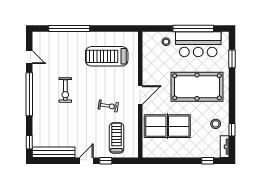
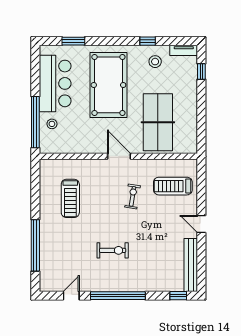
window: (193, 28) -> (35, 122), moved
treadmill: (107, 56) -> (70, 198), width x0.73, depth x0.73
window: (232, 130) -> (148, 41), moved
window: (106, 161) -> (201, 200), removed

